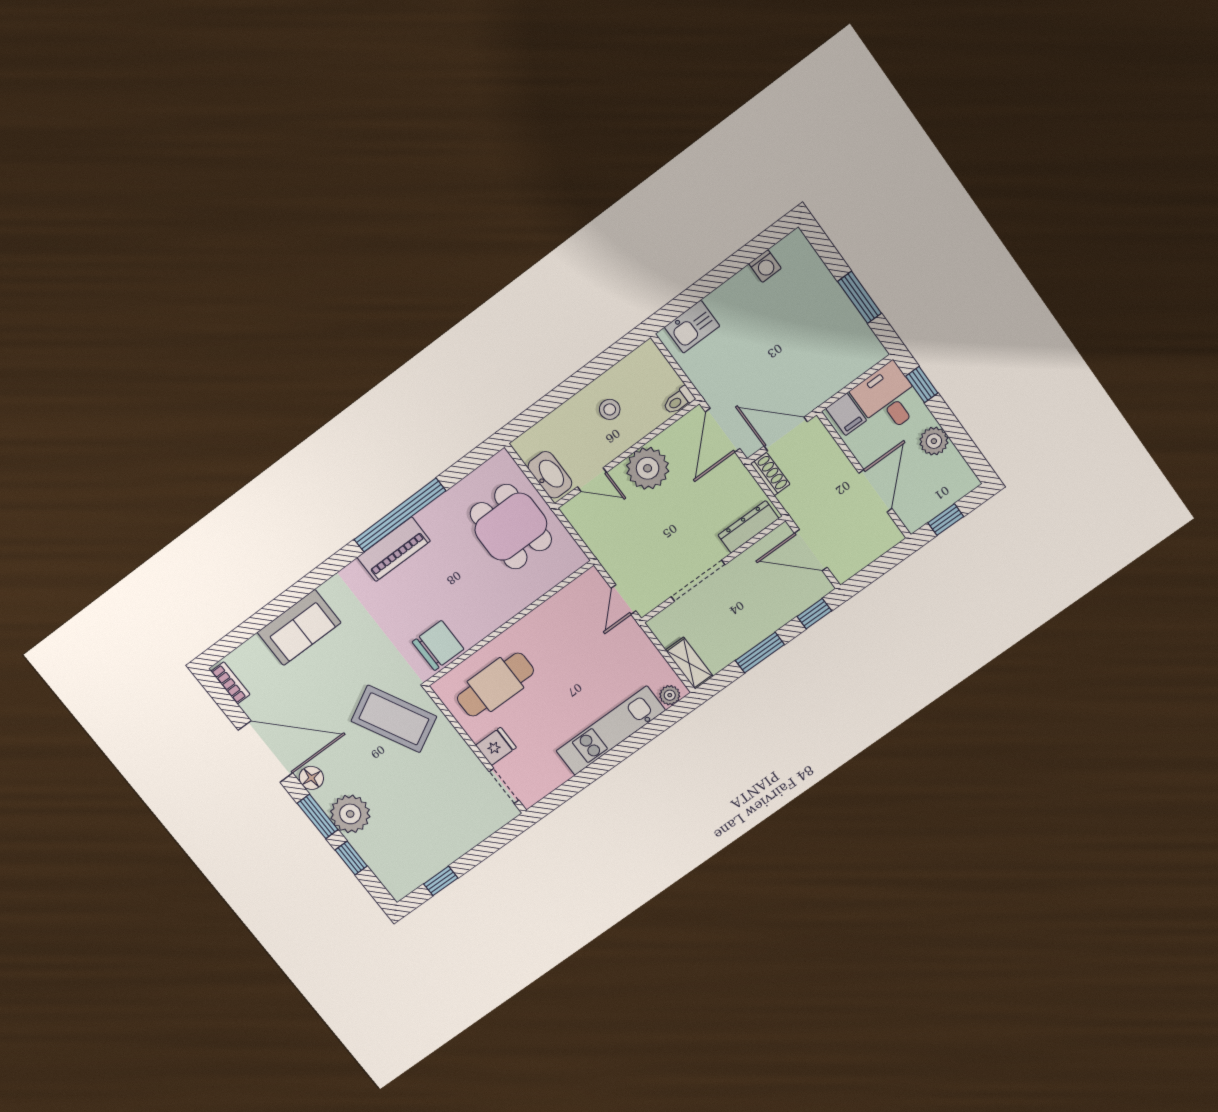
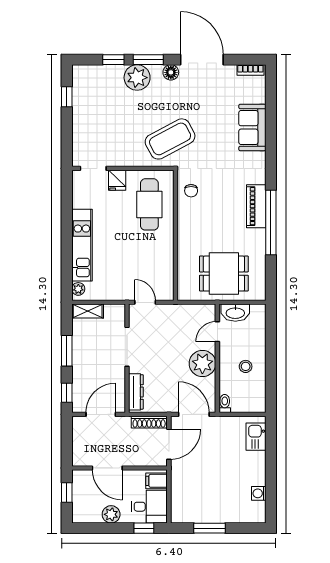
shoe rack: (770, 474) -> (149, 422), width x1.43
chair: (438, 646) -> (191, 191), width x0.54, depth x0.54
door: (265, 752) -> (202, 60), swing flipped

